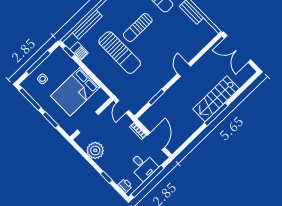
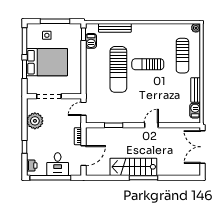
barbecue: (206, 28) -> (195, 111), added
bed: (75, 91) -> (47, 62), moved, turned 180
stairs: (216, 99) -> (133, 167), moved

